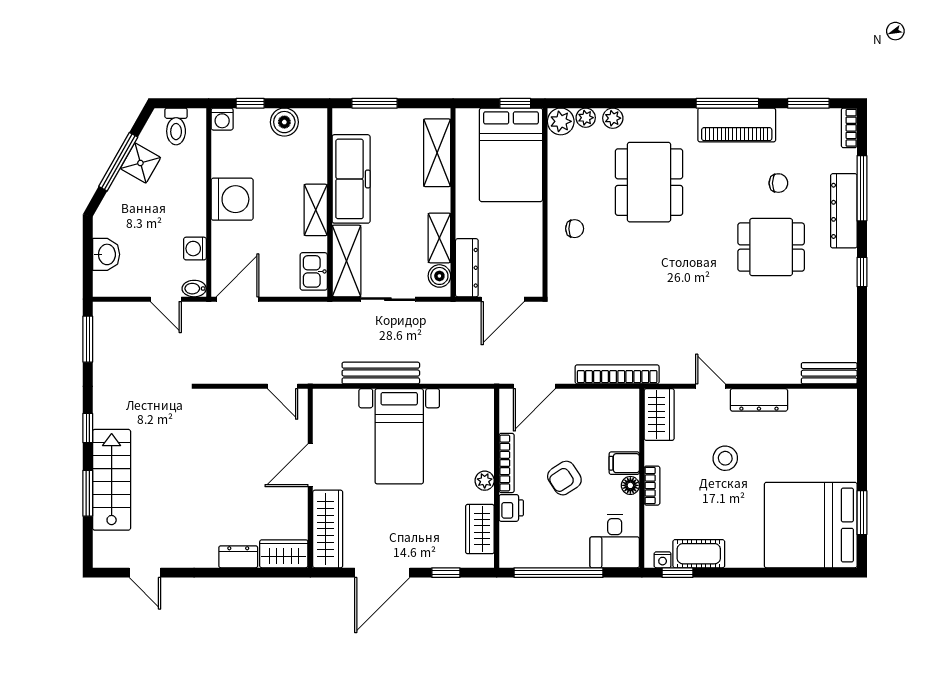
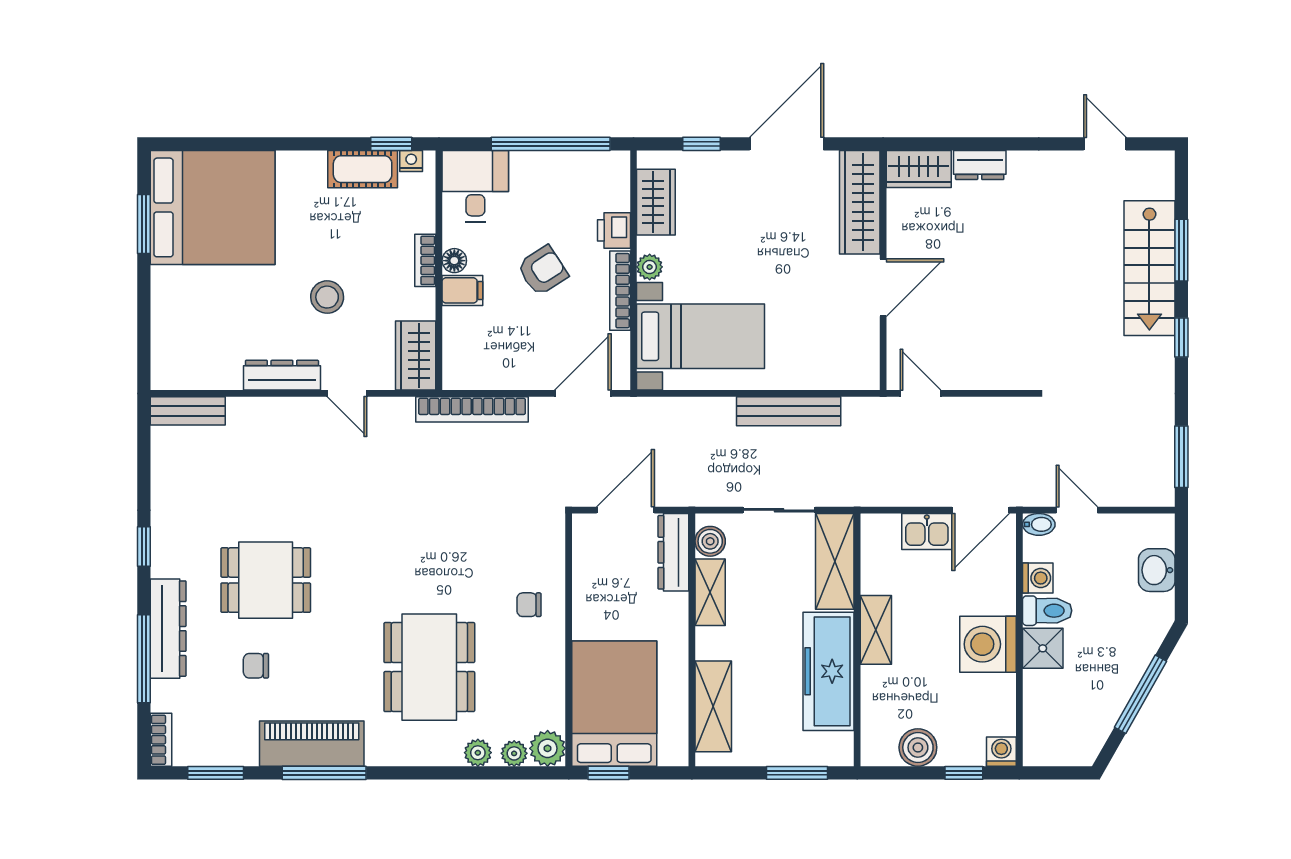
toilet: (176, 126) -> (1047, 611), moved, turned 90
shower: (140, 163) -> (1043, 648), moved, turned -30
kitchen sink: (314, 271) -> (927, 532), moved, turned 90
bed with nightstands: (399, 436) -> (701, 336), moved, turned 90

